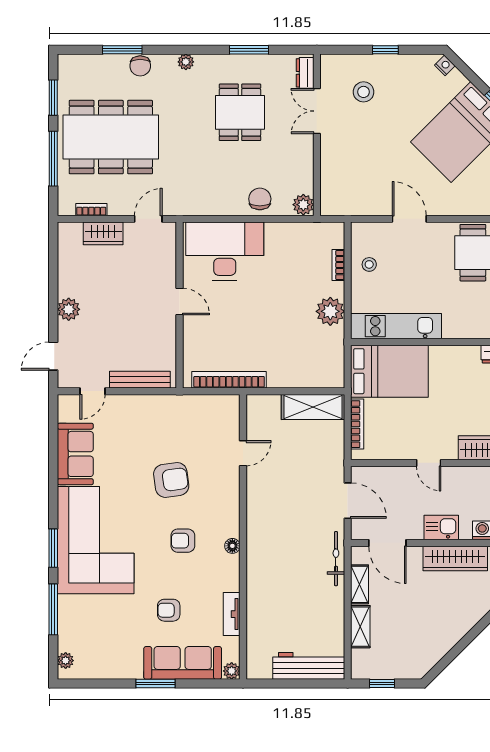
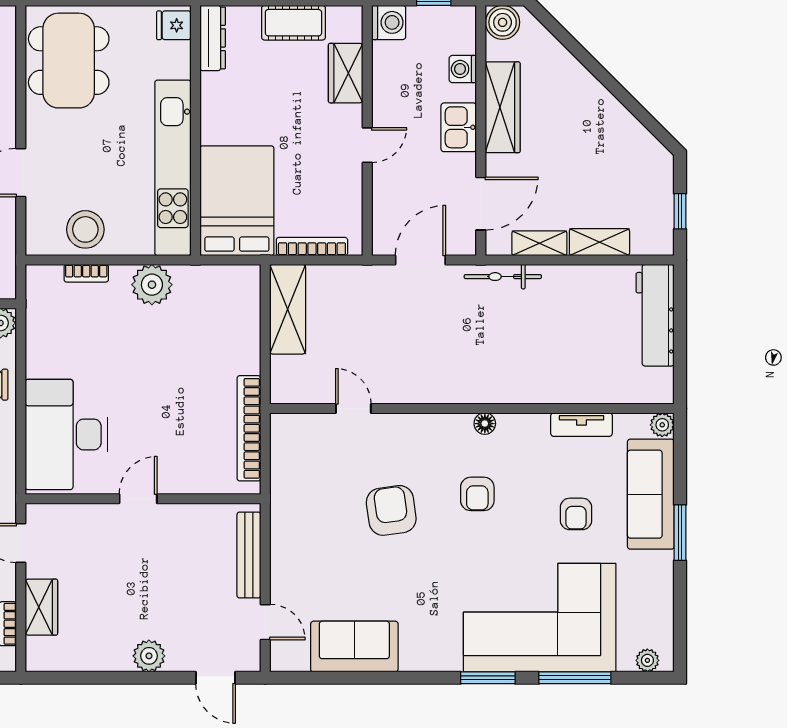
stool: (369, 264) -> (85, 229), width x1.89, depth x1.89
kitchen unit: (396, 326) -> (173, 168), width x1.36
corner sofa: (96, 540) -> (540, 618), moved

